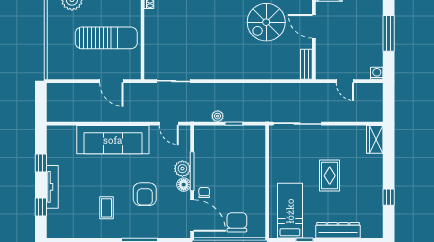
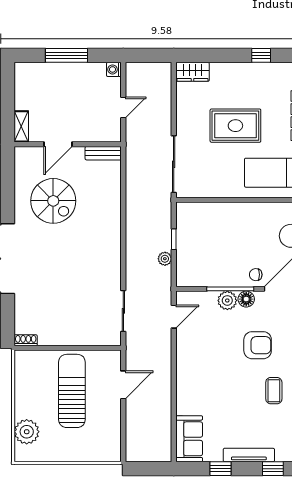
sofa: (113, 140) -> (189, 439), moved, width x0.54, depth x0.79
rug: (330, 176) -> (235, 126), width x1.36, depth x1.43
coffee table: (106, 208) -> (274, 391), turned 90

